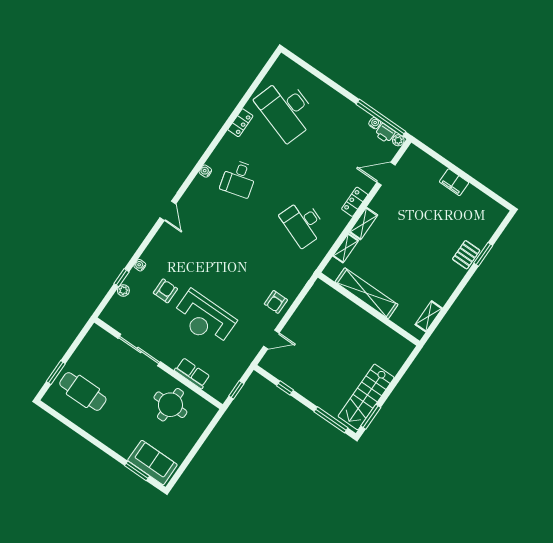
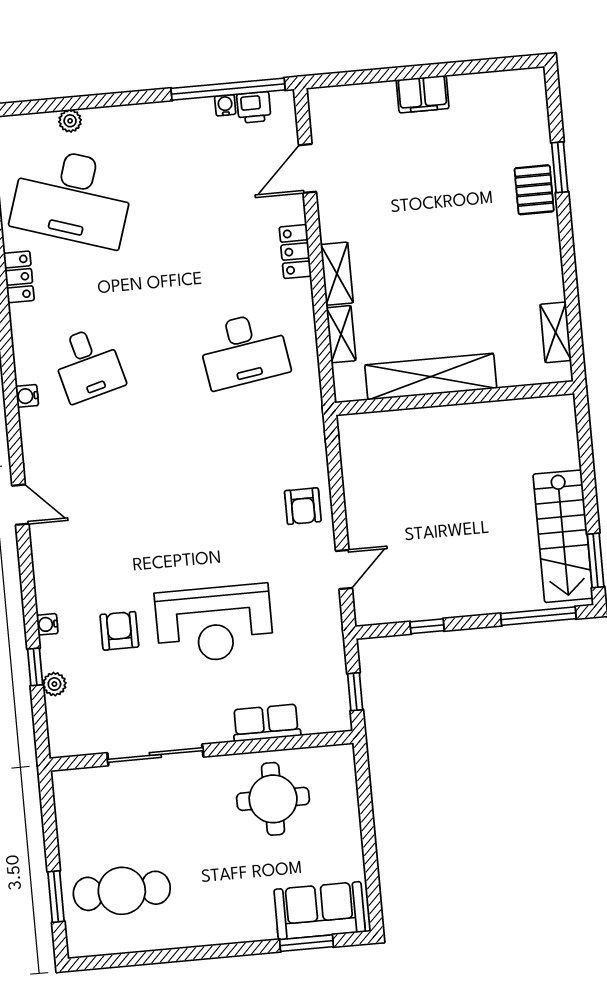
plant: (398, 140) -> (70, 121), moved
desk: (303, 223) -> (244, 350), turned -30

